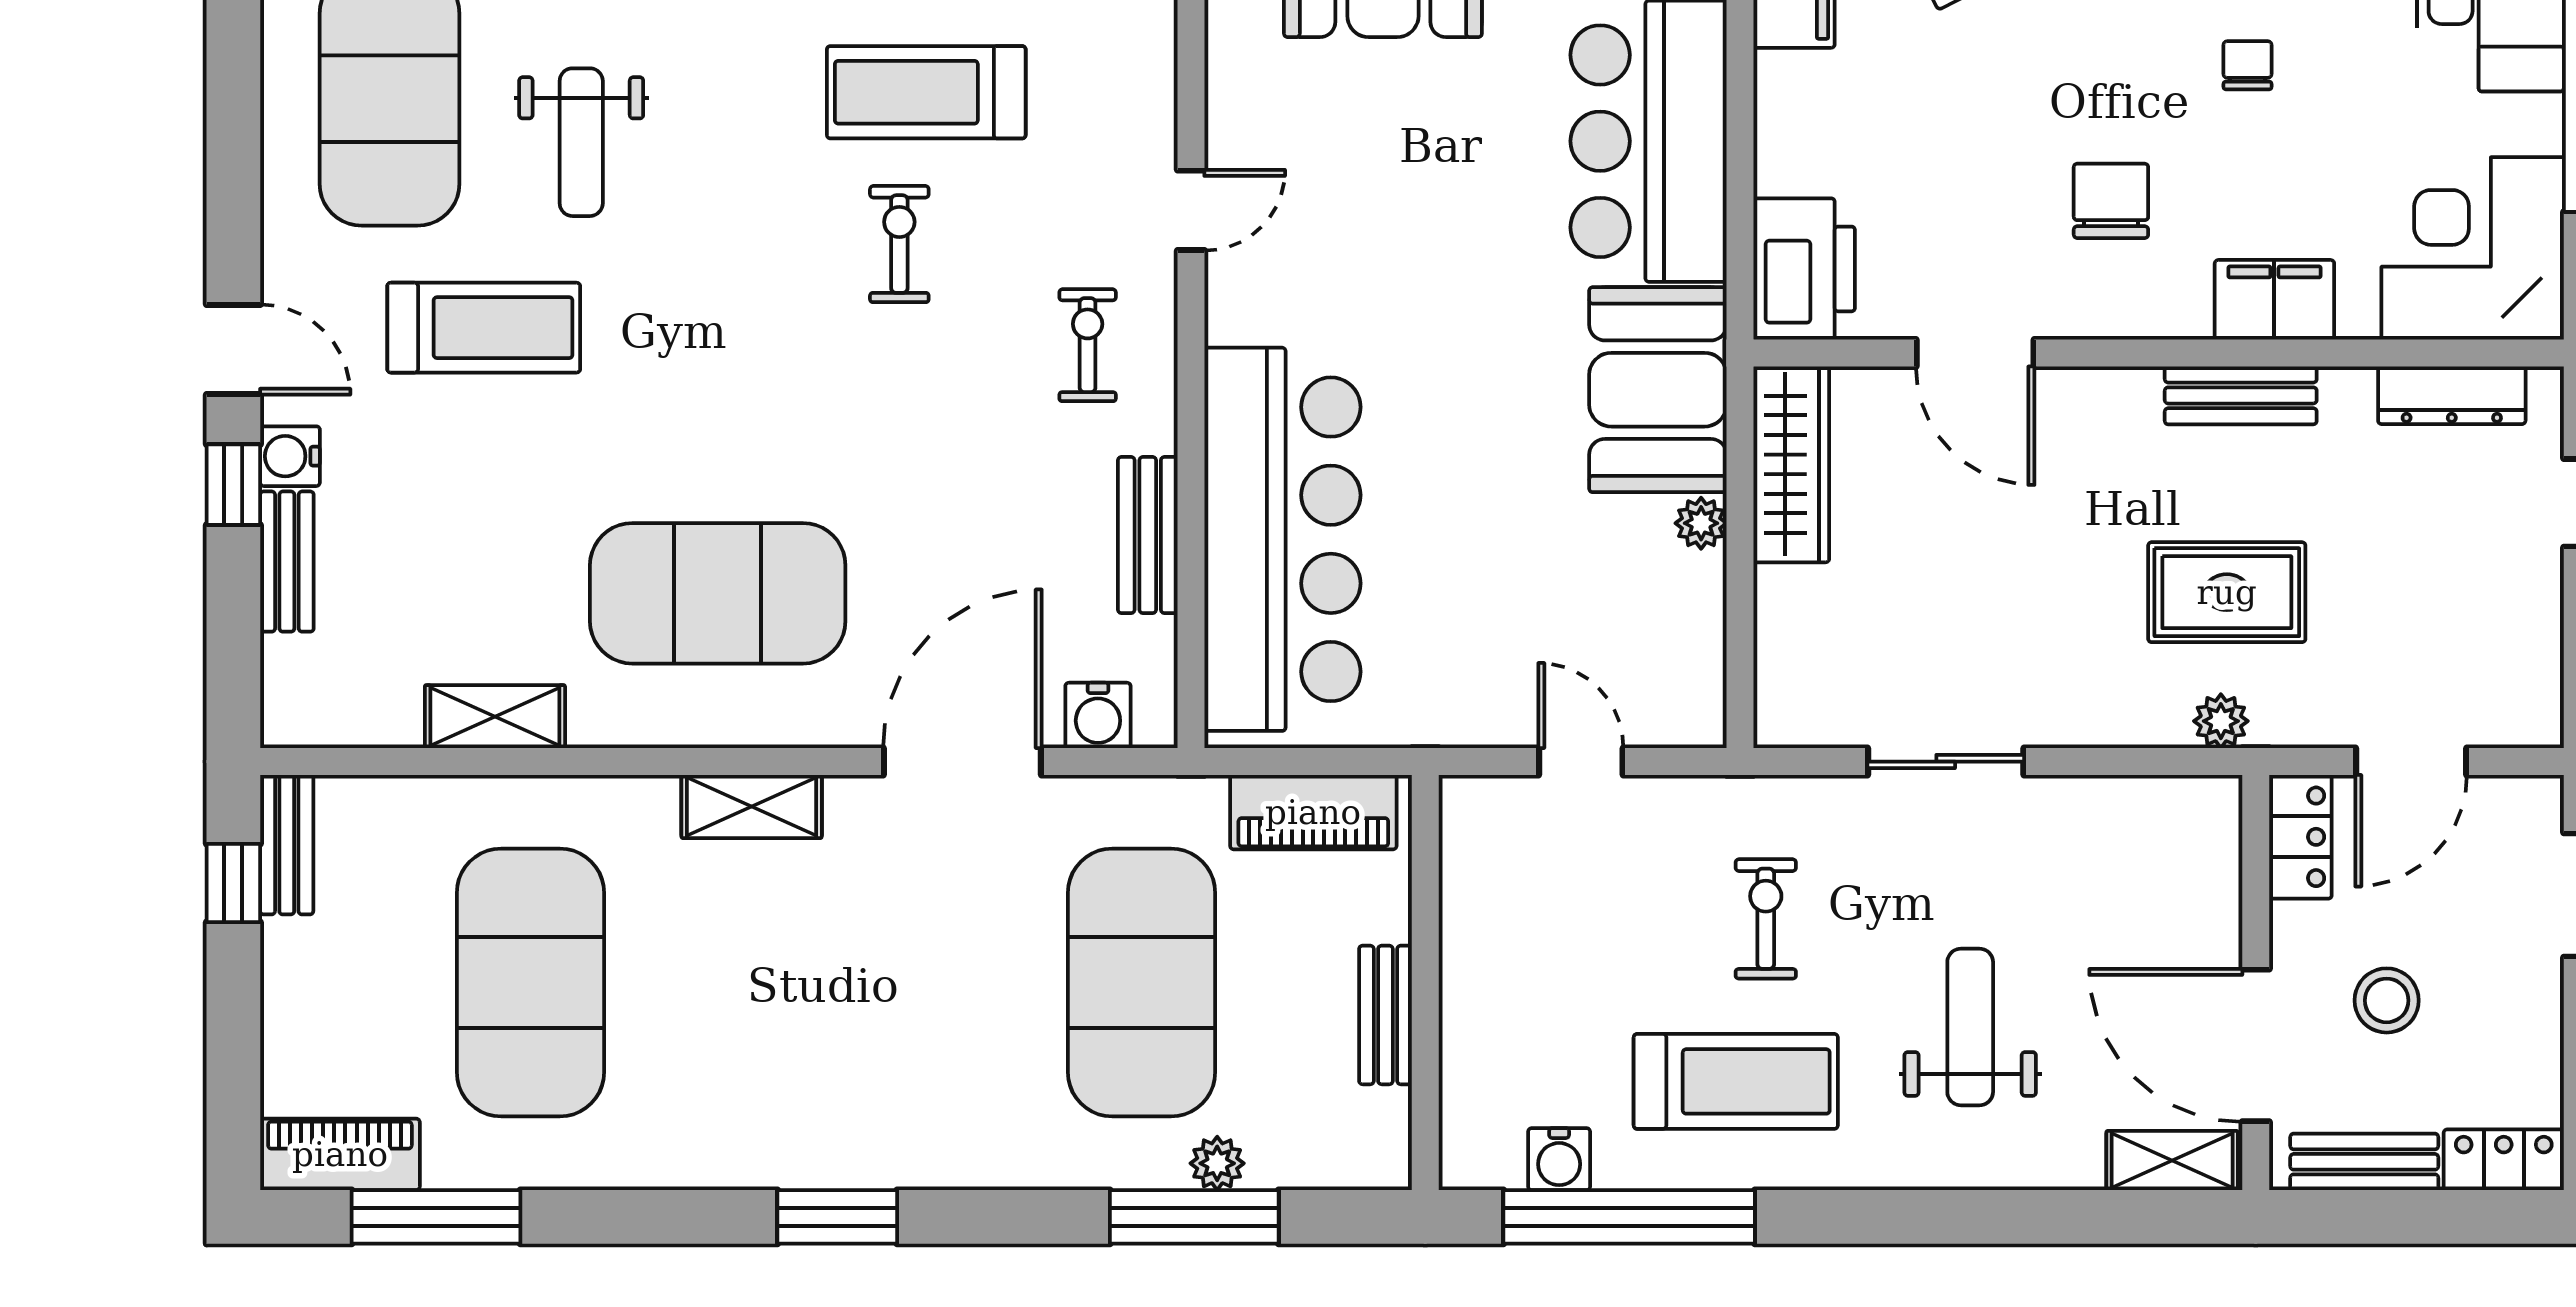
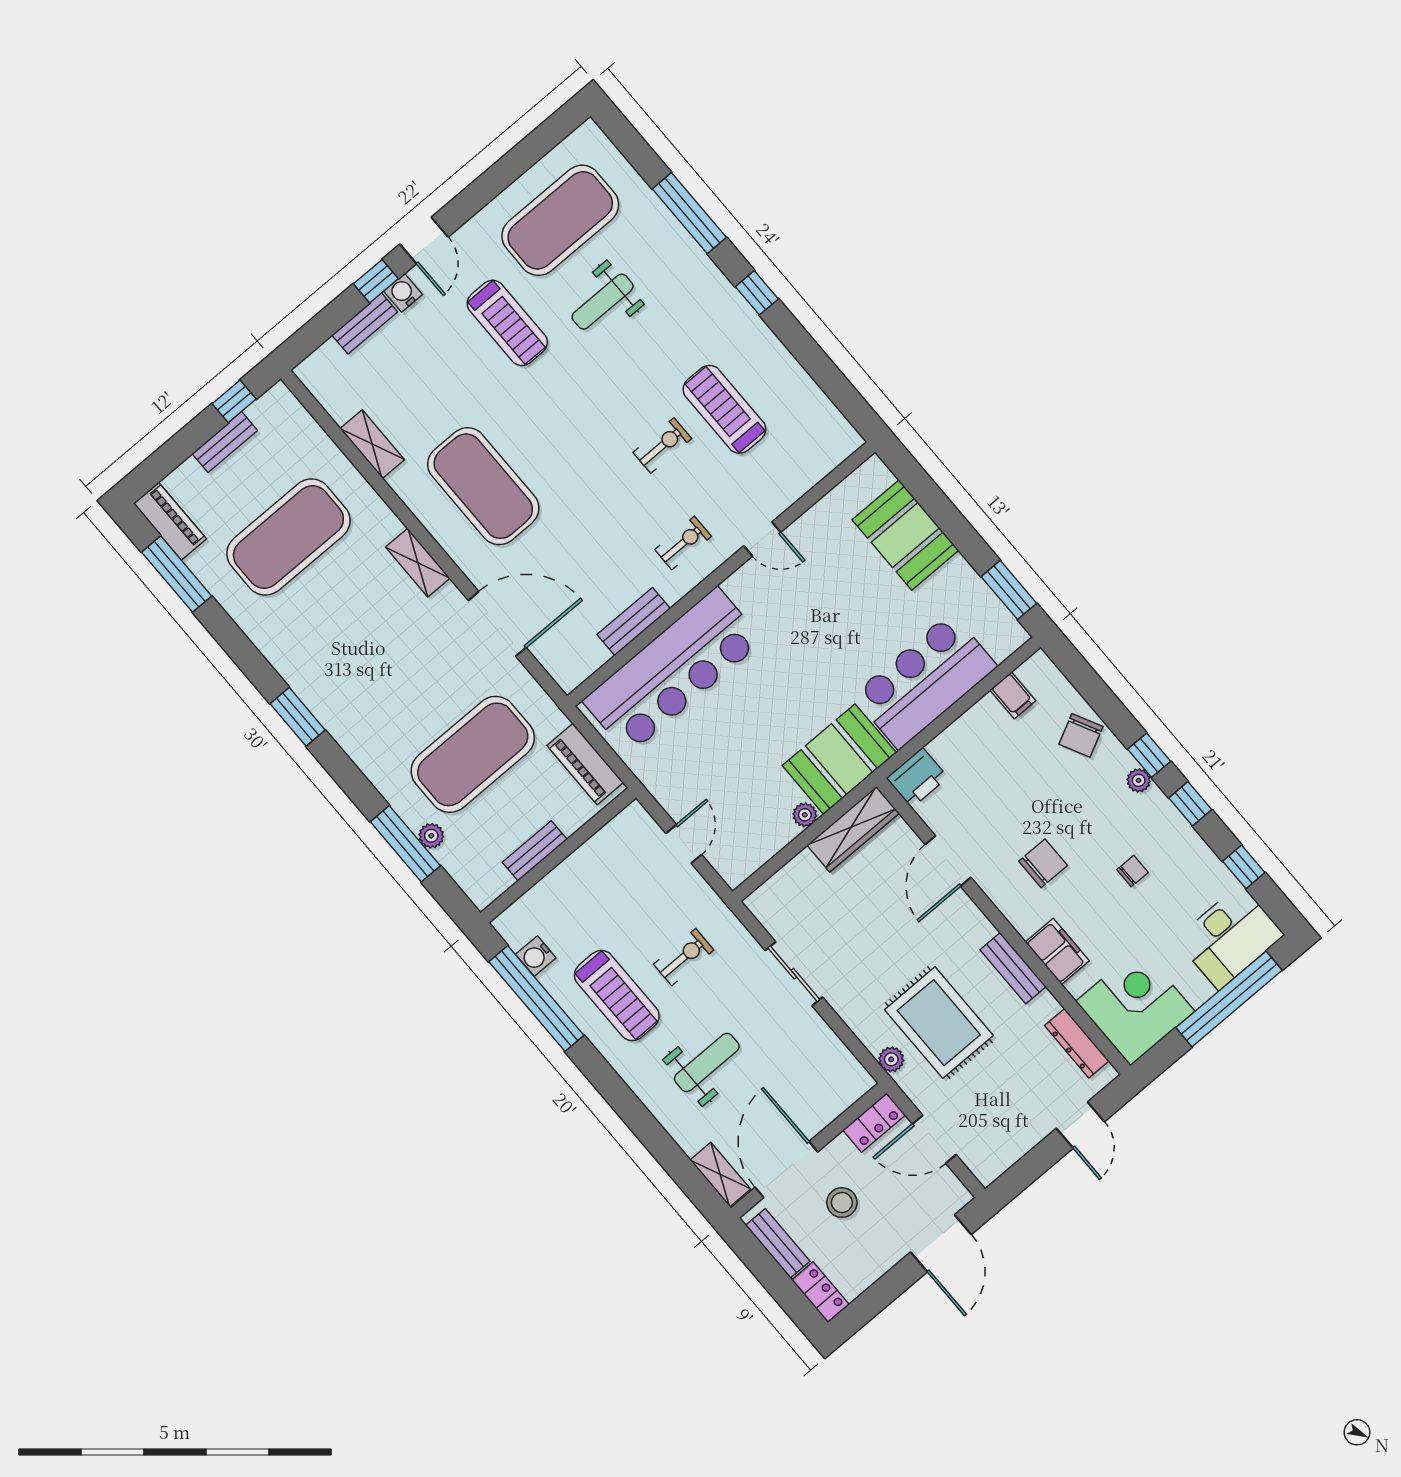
printer: (1804, 269) -> (917, 778), width x0.73, depth x0.84
rug: (2227, 592) -> (939, 1023), width x1.36, depth x1.43
water cooler: (1098, 715) -> (555, 658), removed
bench: (287, 845) -> (225, 442), moved

